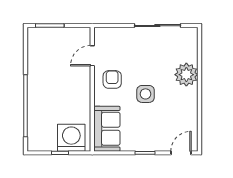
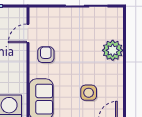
side table: (146, 94) -> (89, 93), moved

